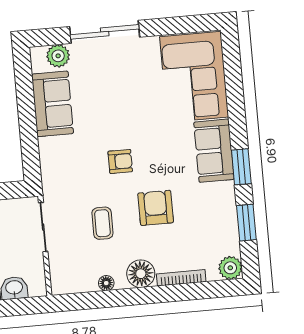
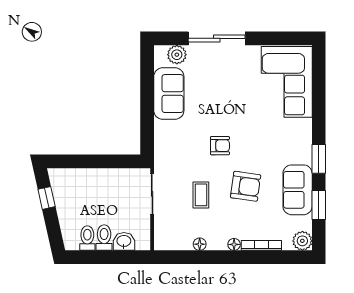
sofa: (214, 151) -> (298, 190), moved
armchair: (156, 208) -> (246, 186), turned 98
floor lamp: (141, 274) -> (234, 244), width x0.53, depth x0.53

